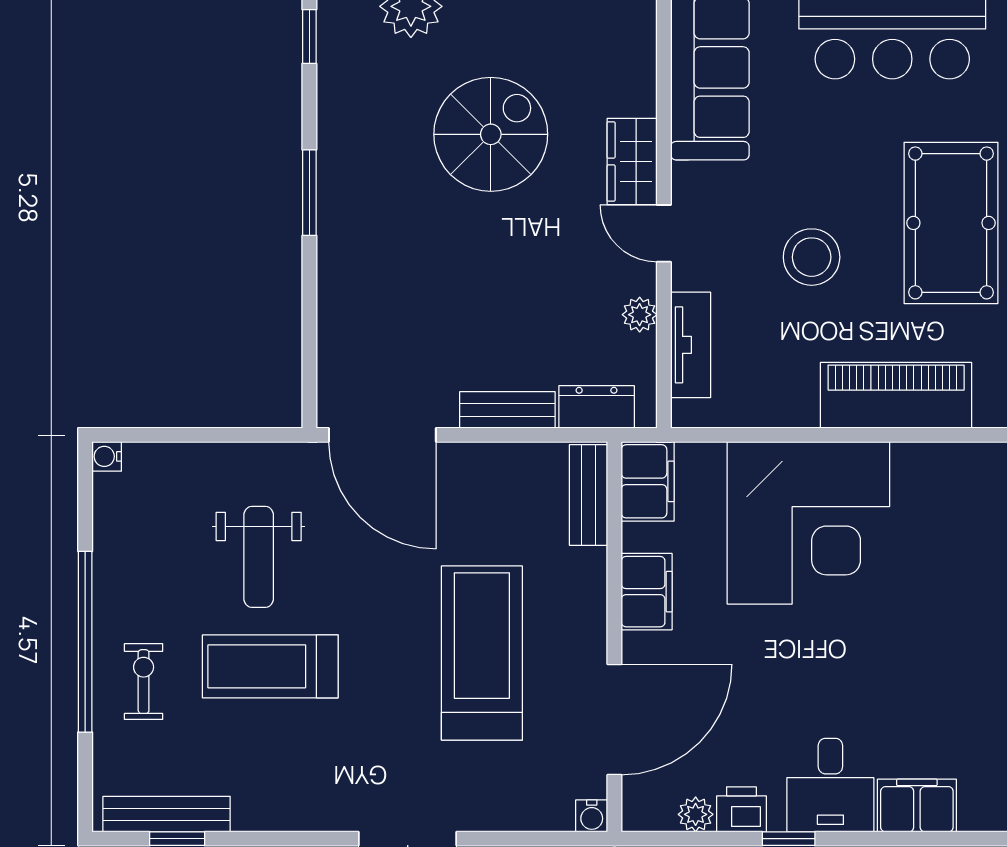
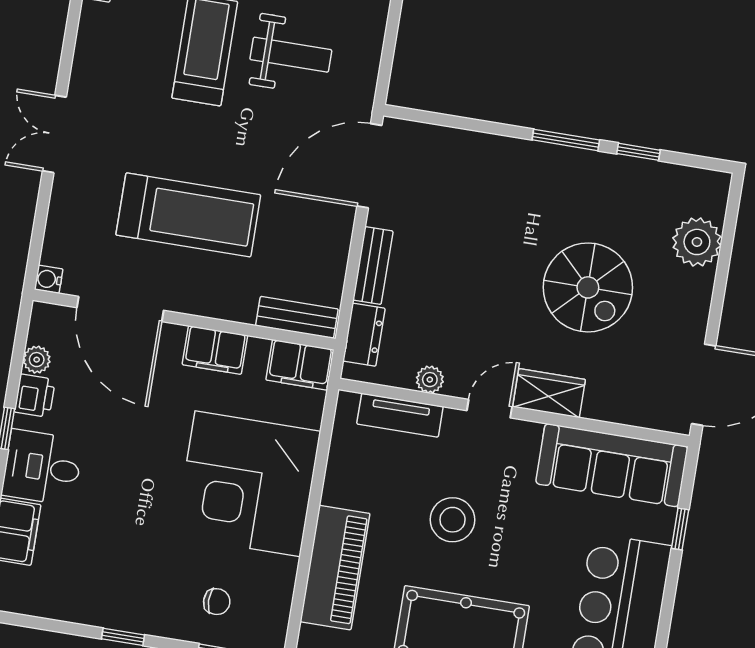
window: (309, 36) -> (638, 152), moved
chair: (963, 537) -> (217, 602), added
weight bench: (259, 557) -> (291, 55), turned 180

